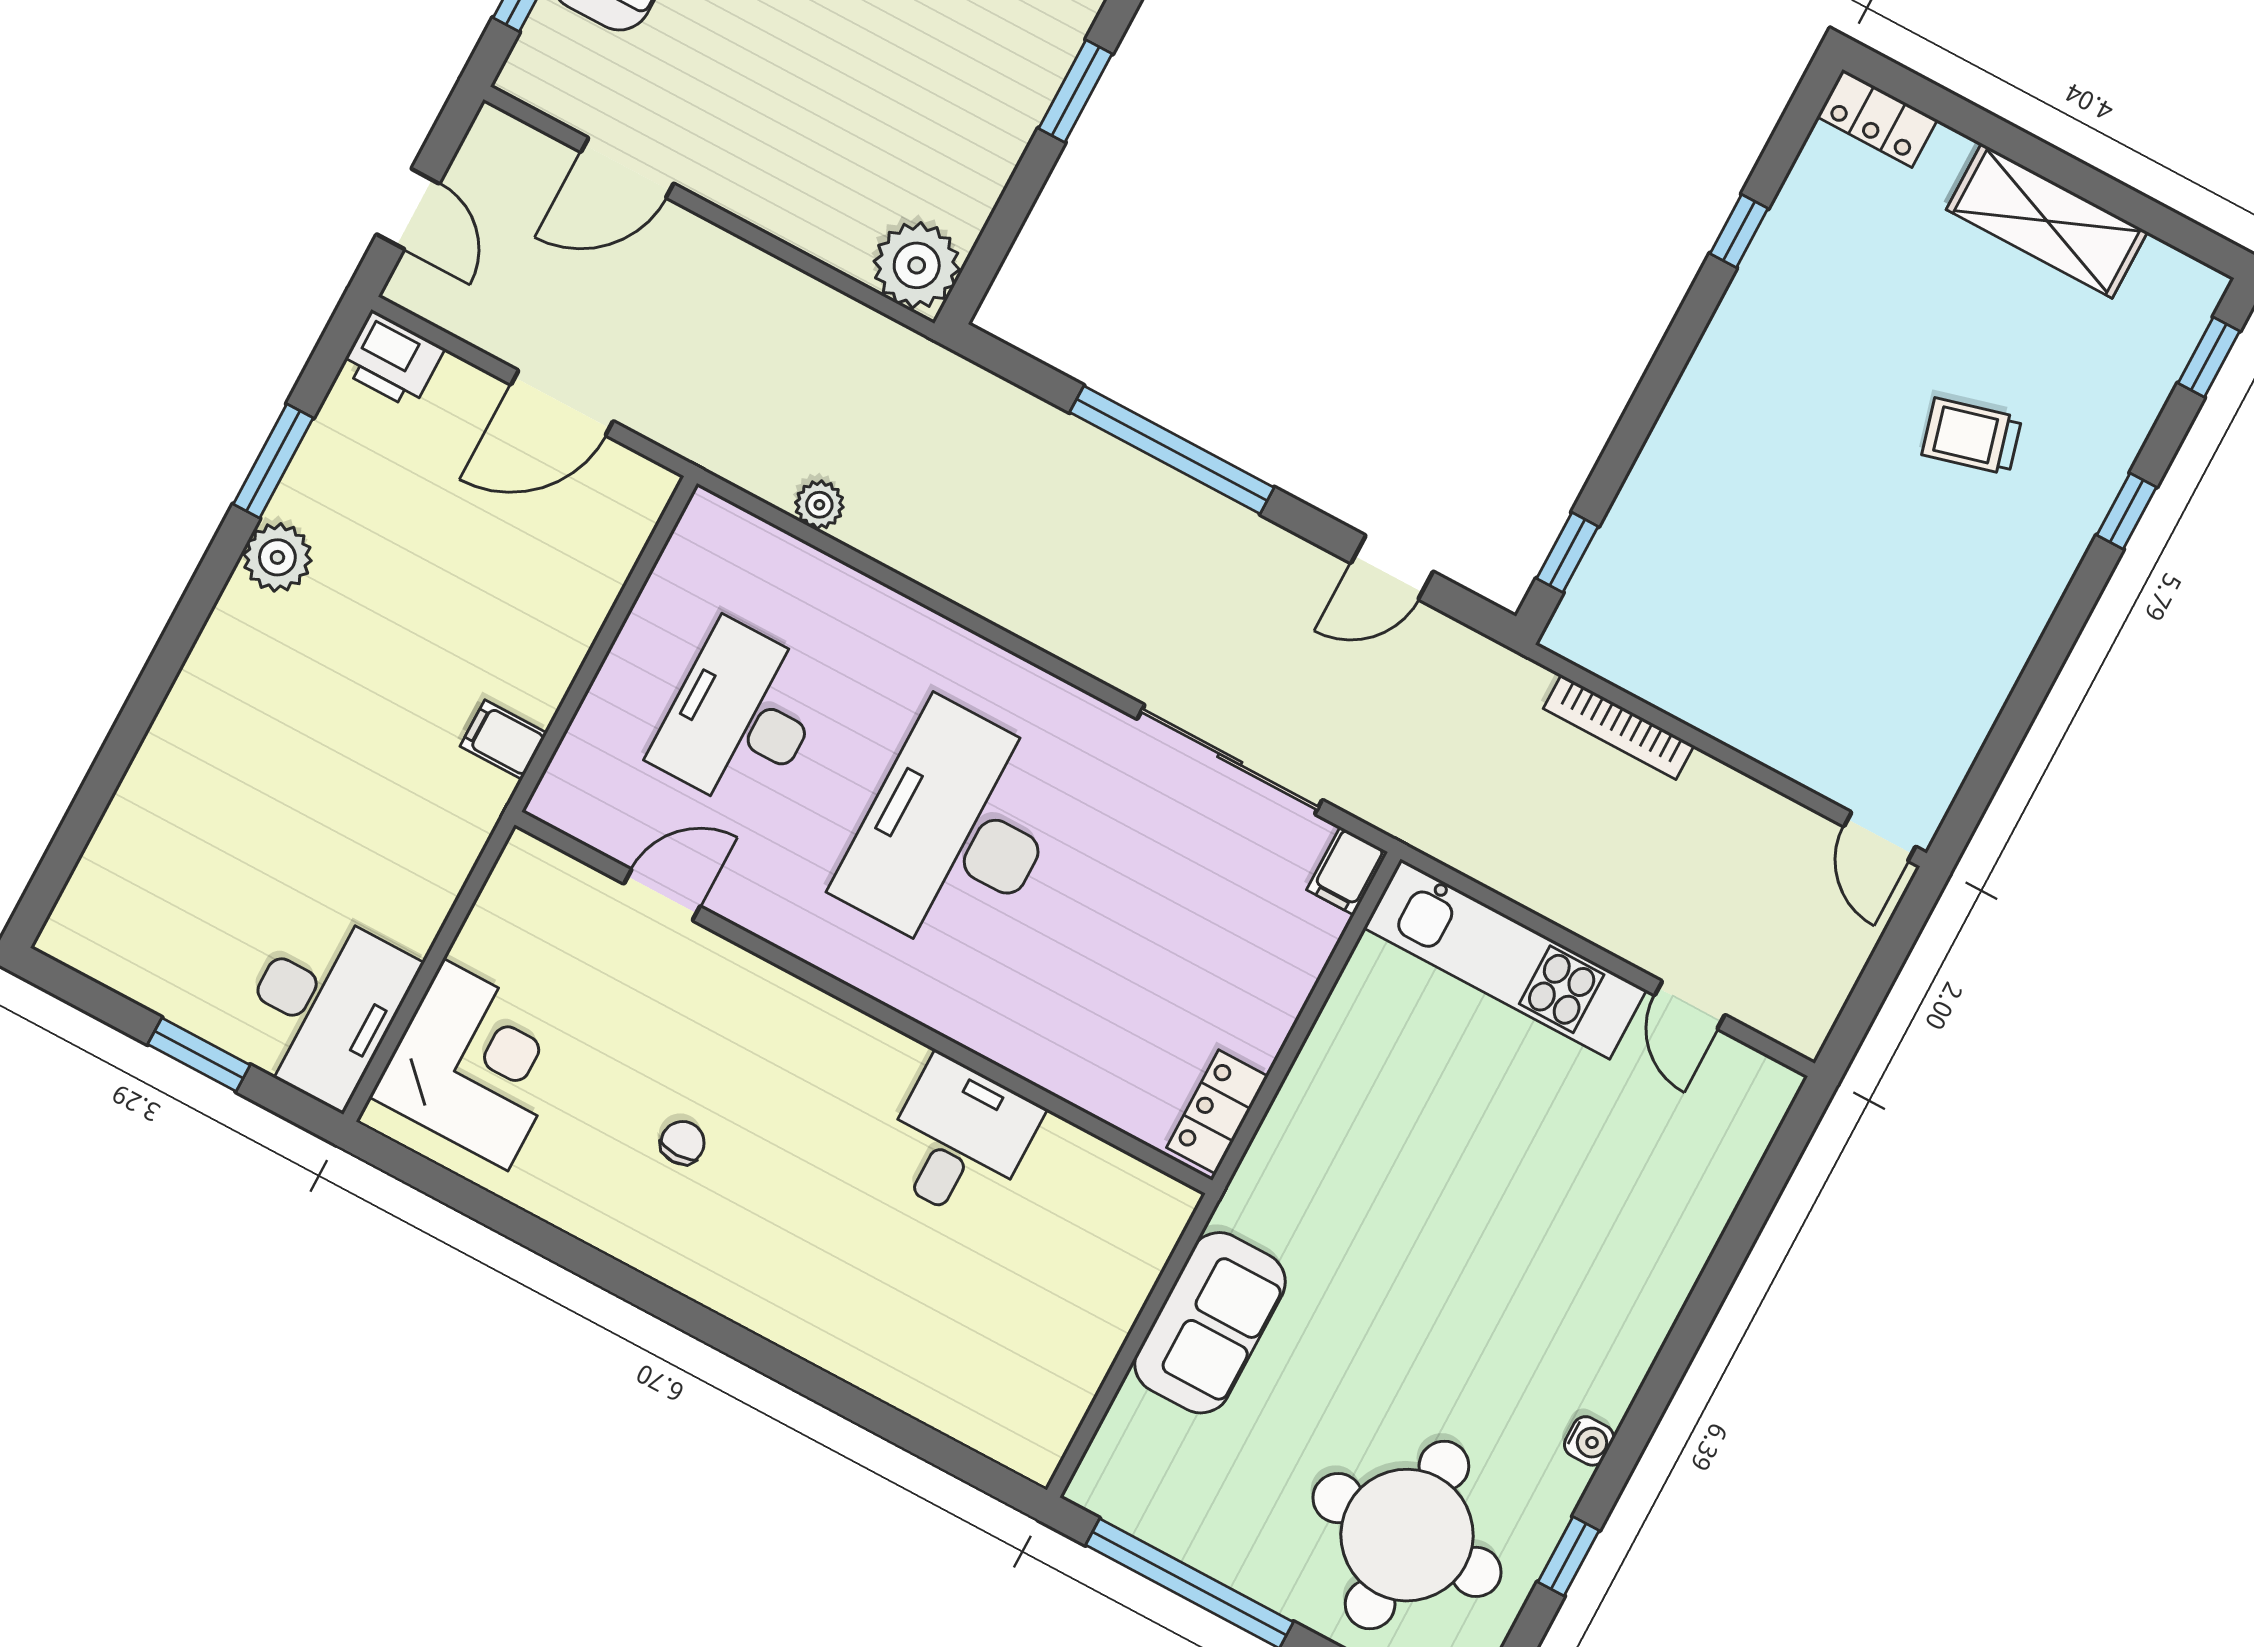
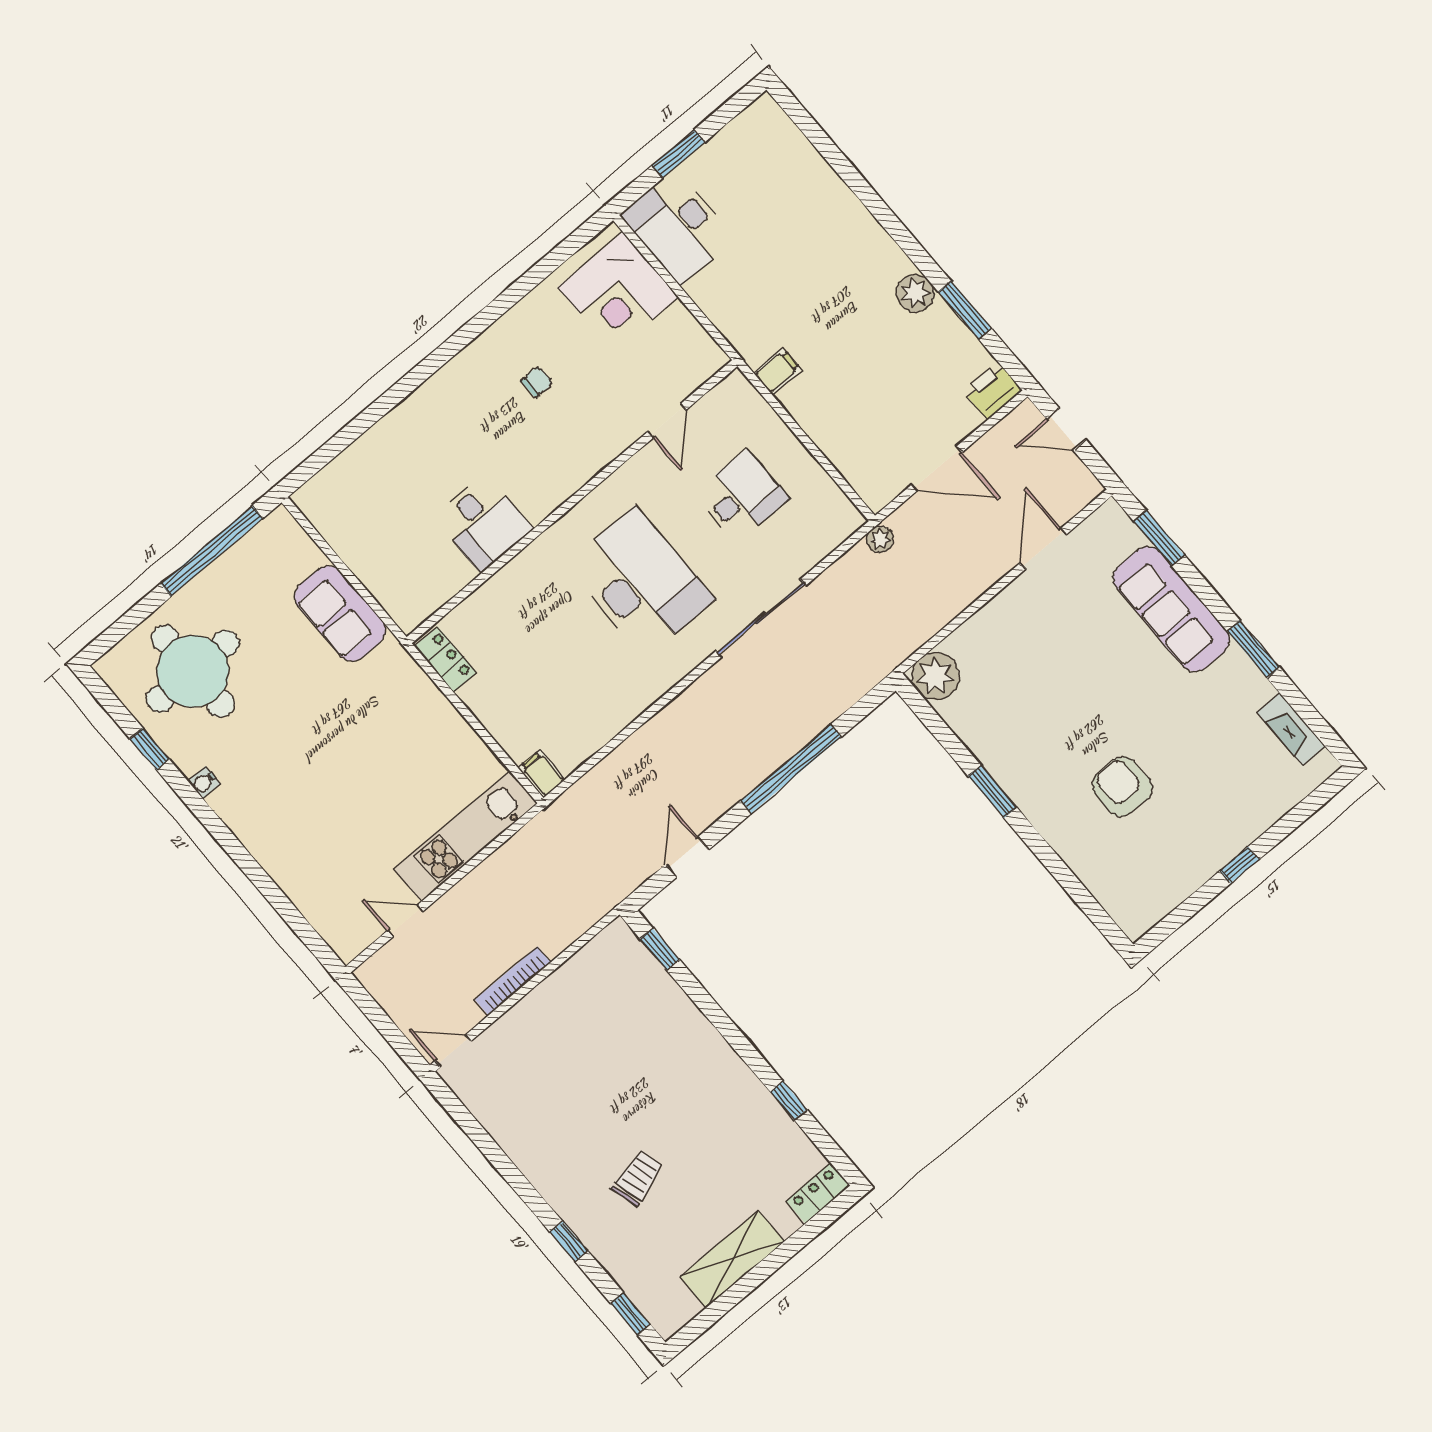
door: (562, 403) -> (937, 469), swing flipped
plant: (819, 505) -> (880, 539), moved
desk: (740, 717) -> (741, 496), width x0.73
bookcase: (1619, 727) -> (513, 981), moved
sliding door: (1230, 759) -> (761, 618), moved
chair: (683, 1143) -> (537, 382), turned -90

